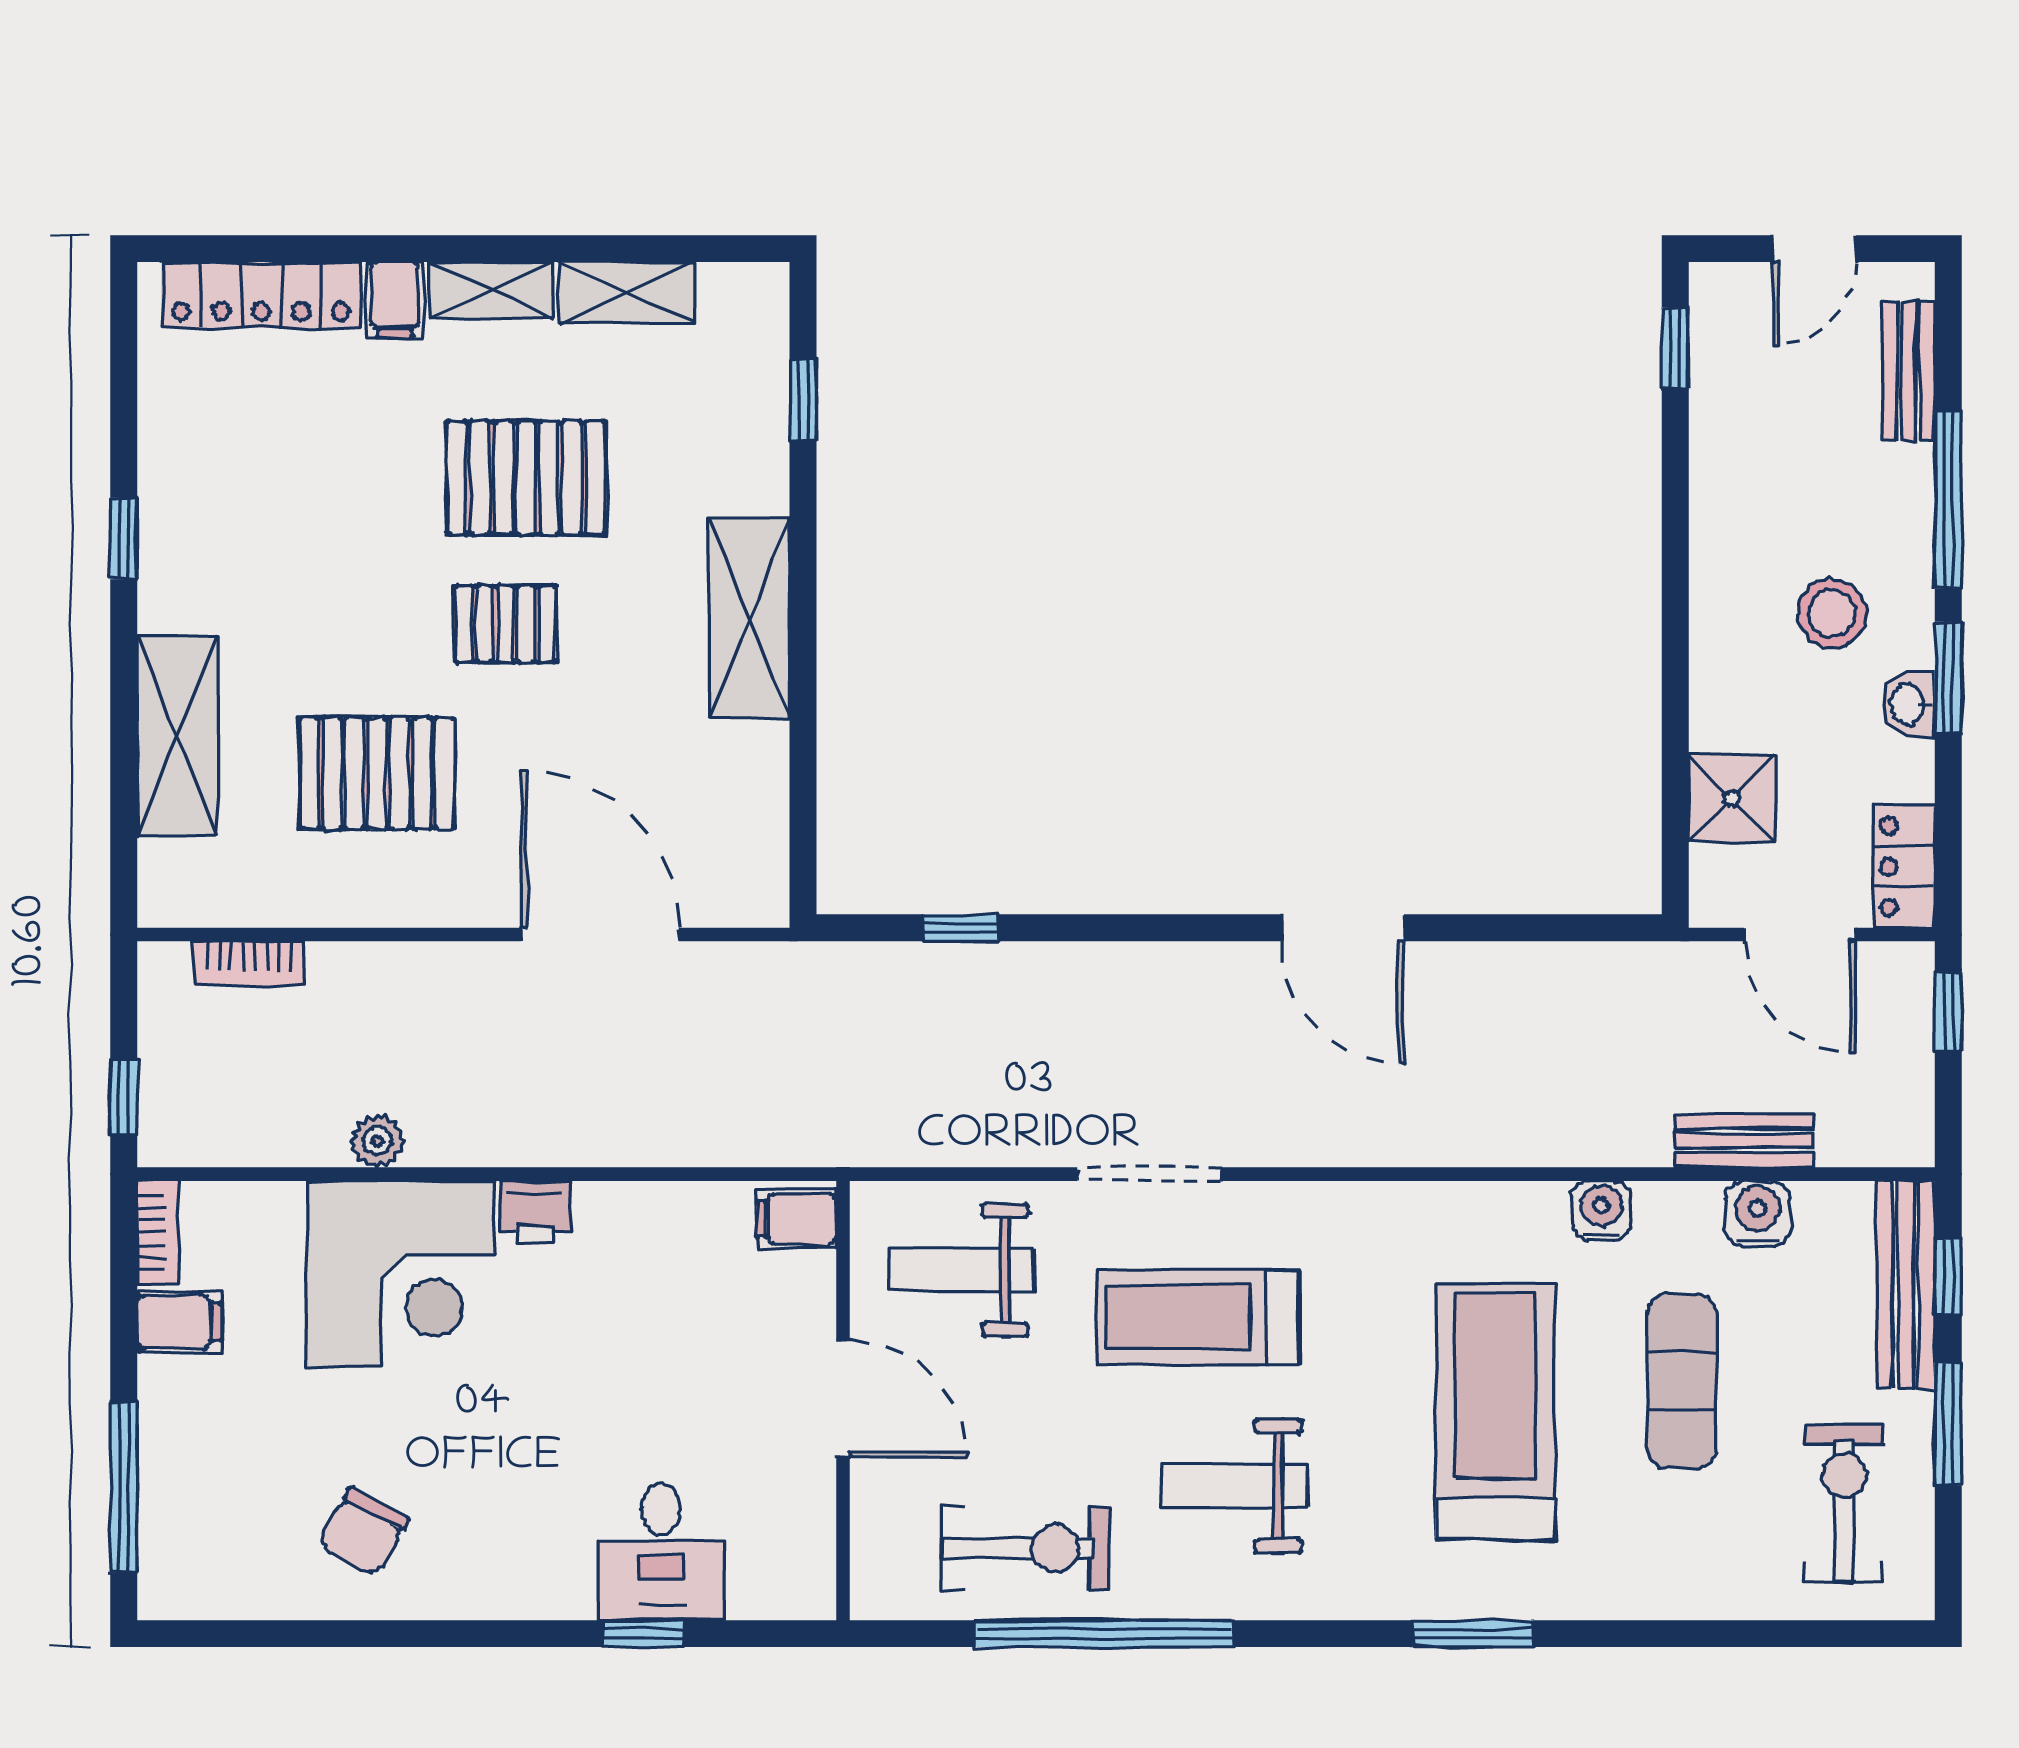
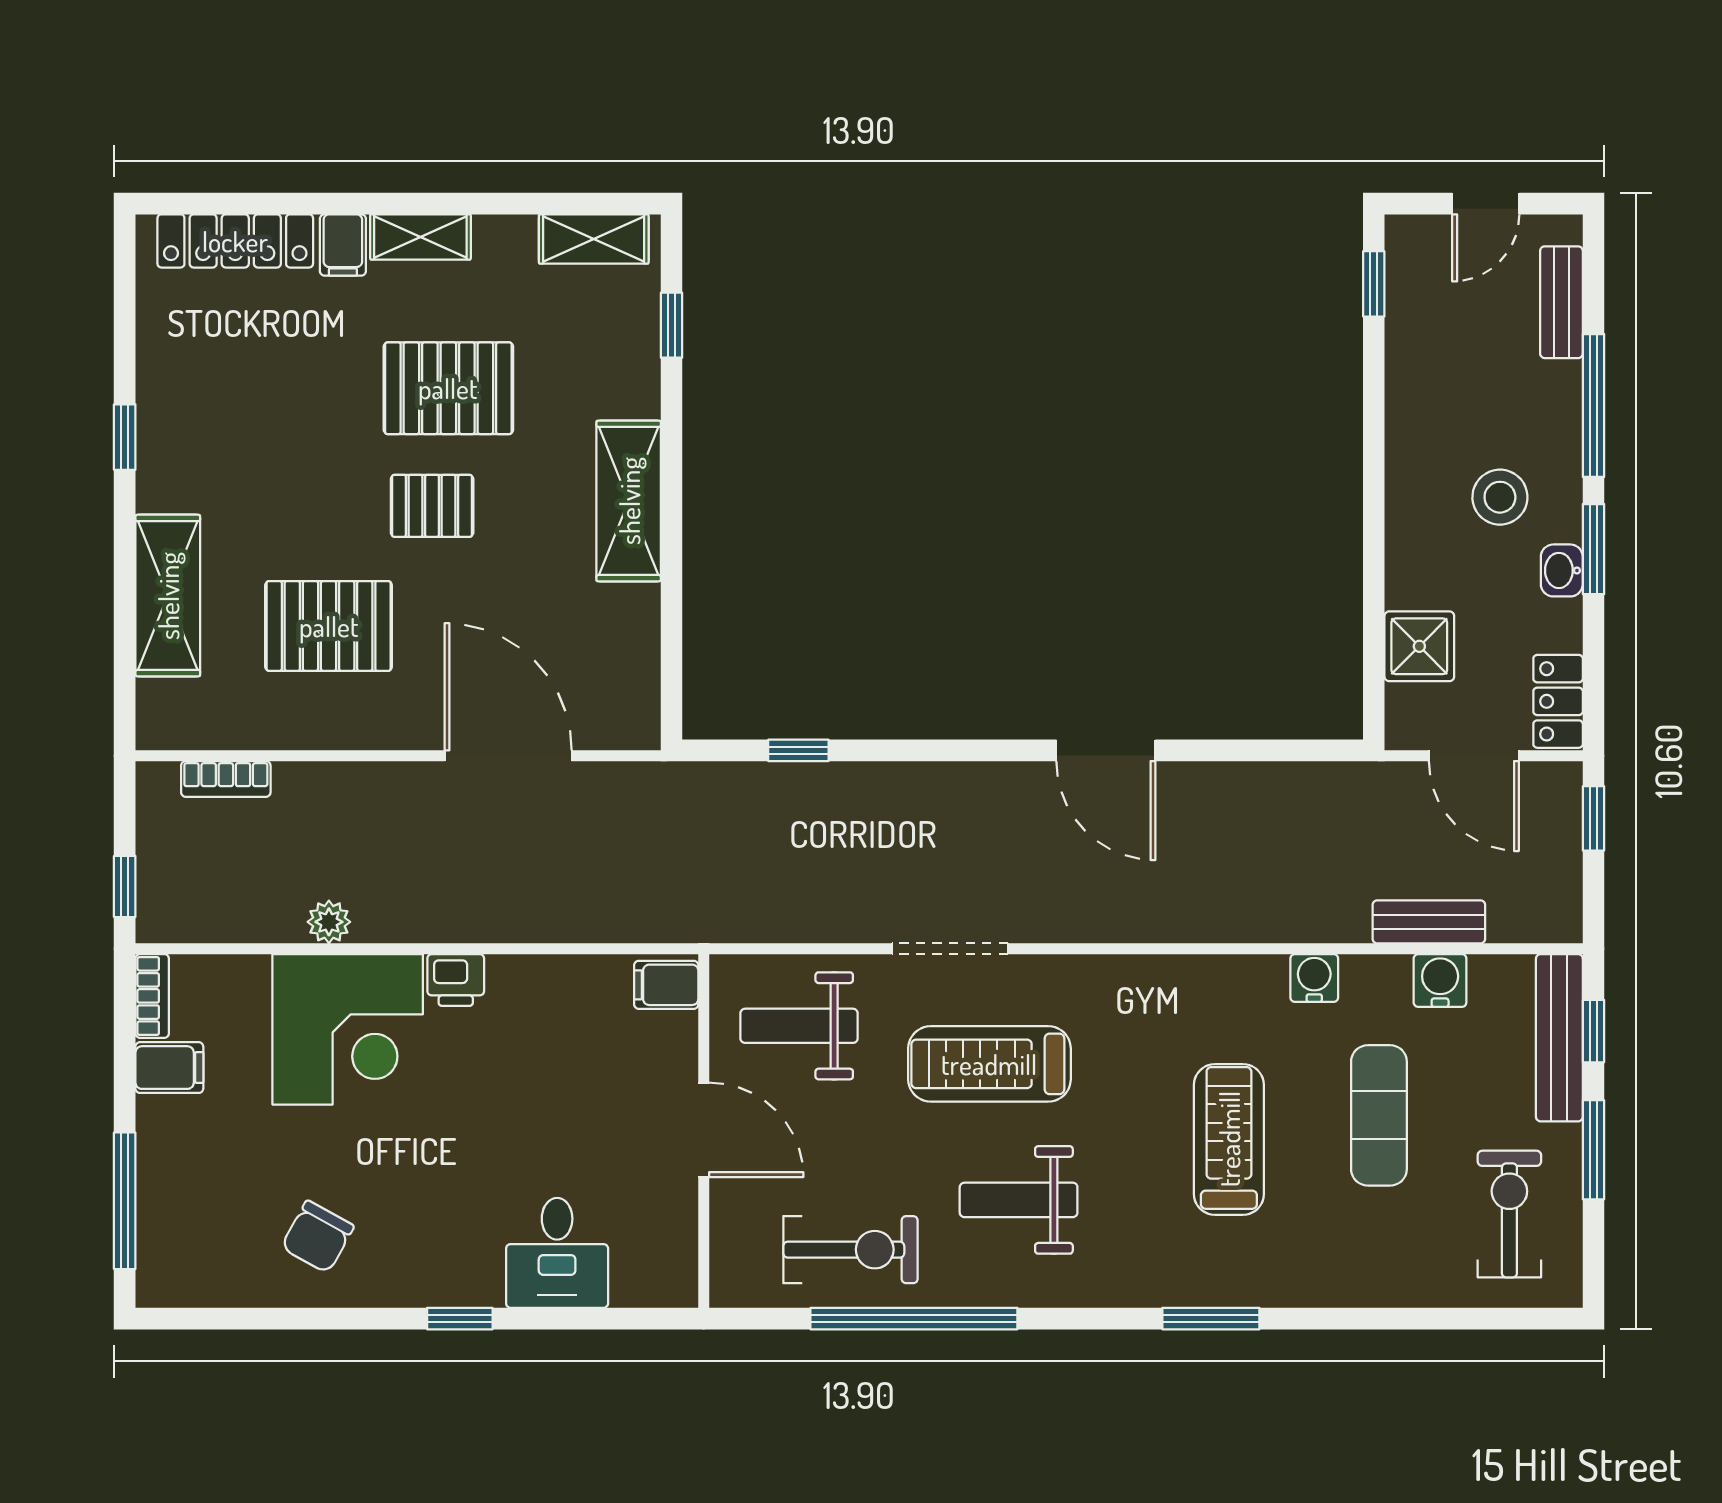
shelving: (627, 293) -> (594, 239), moved
treadmill: (1495, 1411) -> (1229, 1139), width x0.73, depth x0.73
window: (643, 1634) -> (460, 1319), moved

